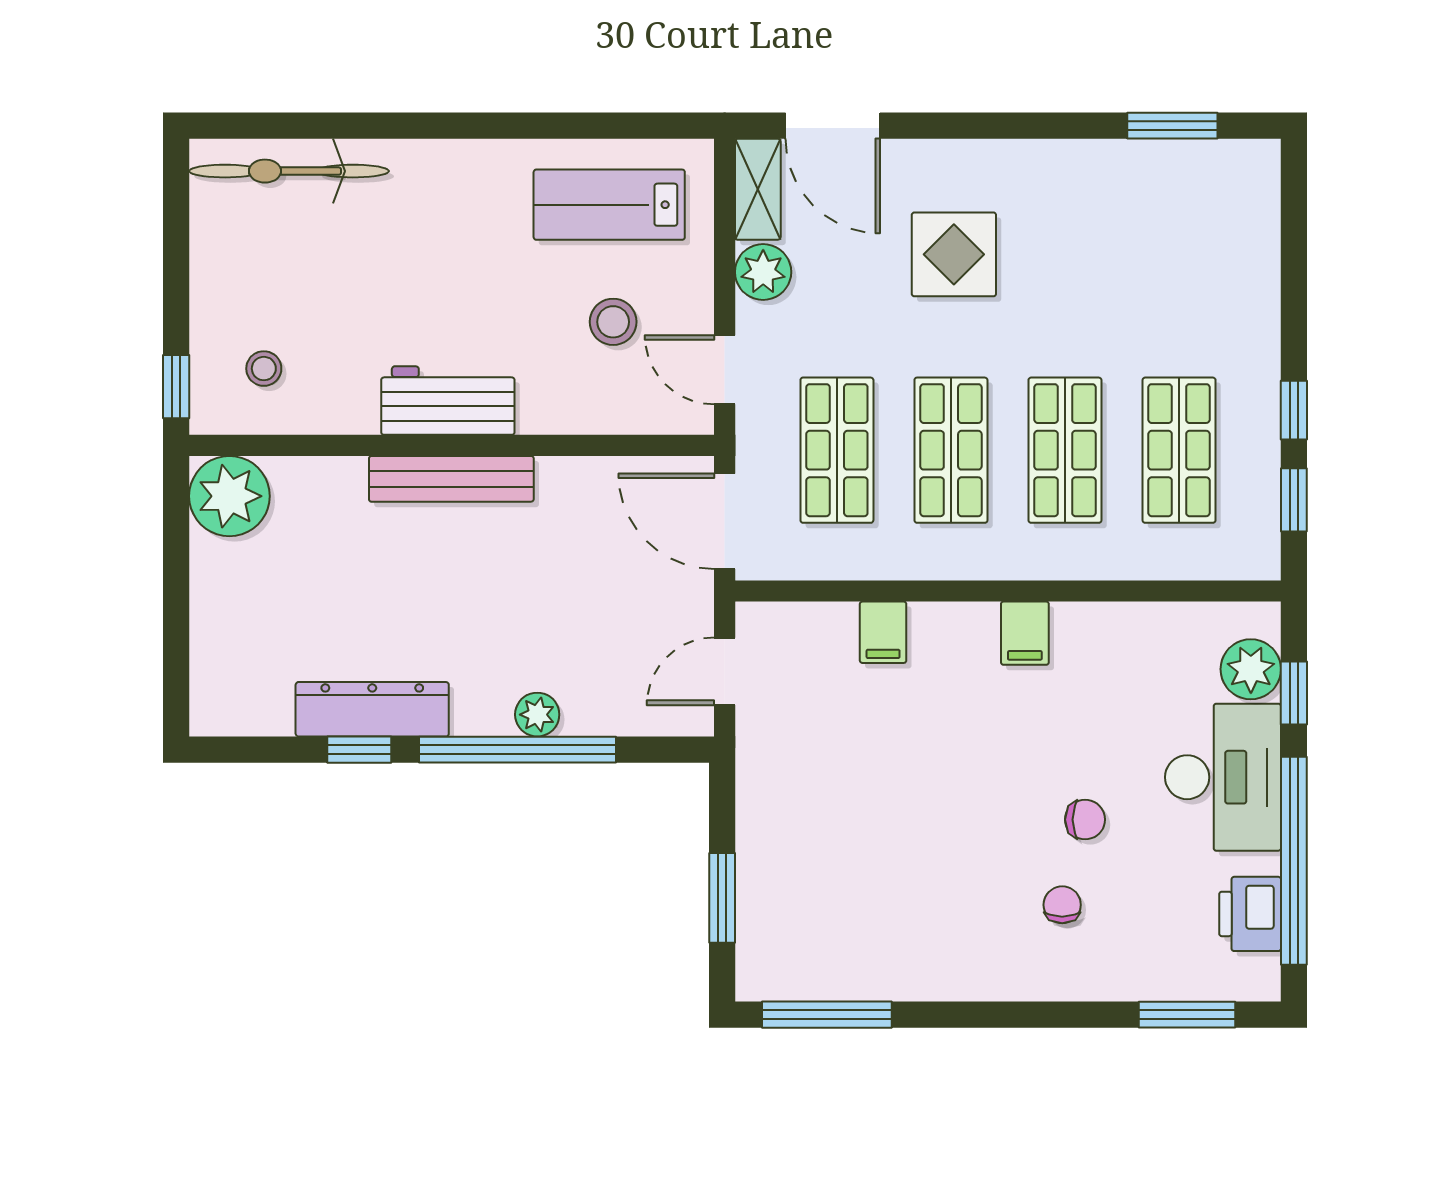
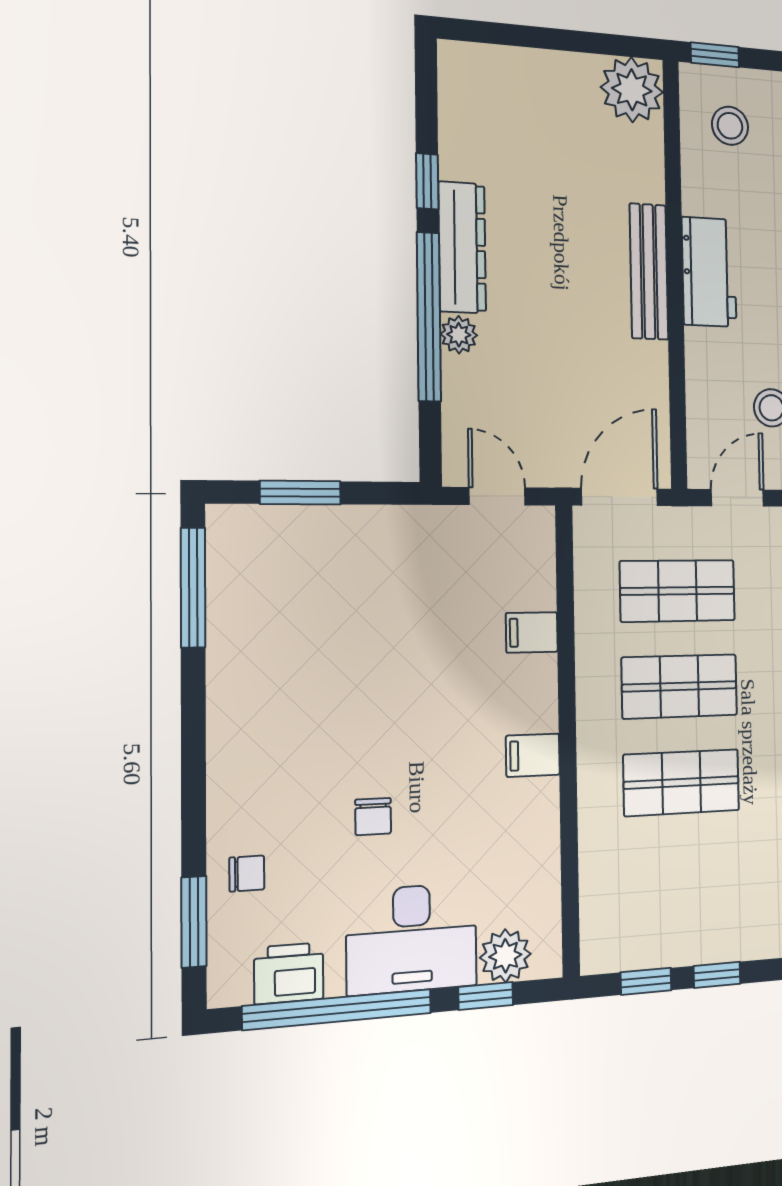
stool: (264, 369) -> (730, 126), width x1.37, depth x1.37
shop shelf: (1179, 450) -> (684, 879), removed
dresser: (372, 709) -> (462, 247), moved
chair: (1062, 905) -> (247, 874), moved

